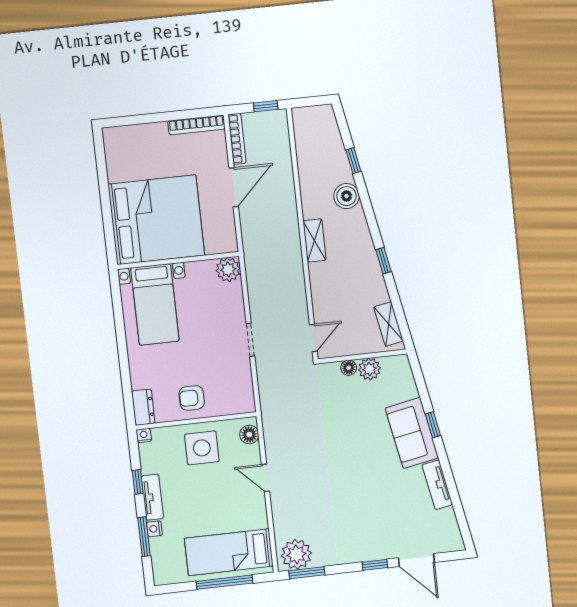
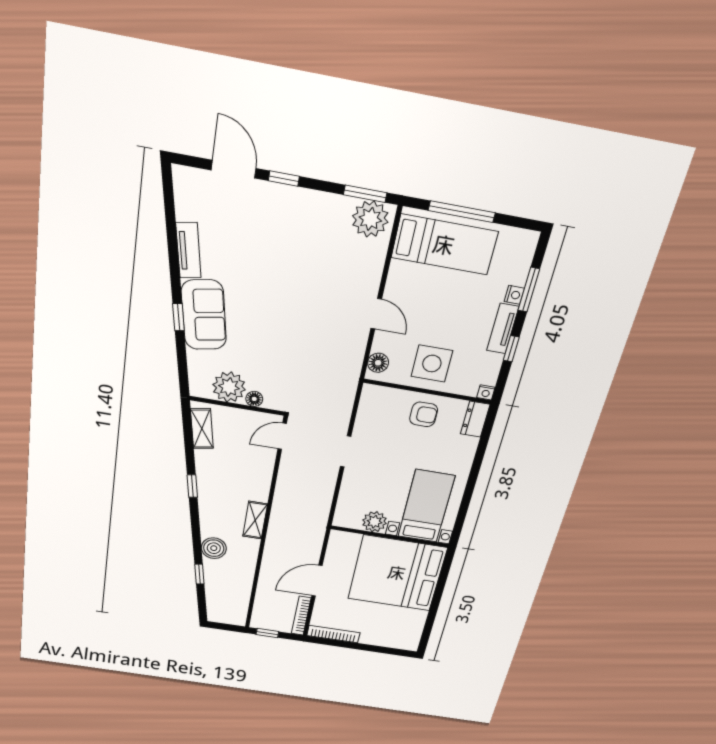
plant: (228, 270) -> (374, 522), moved
plant: (369, 369) -> (229, 387), width x1.36, depth x1.36

